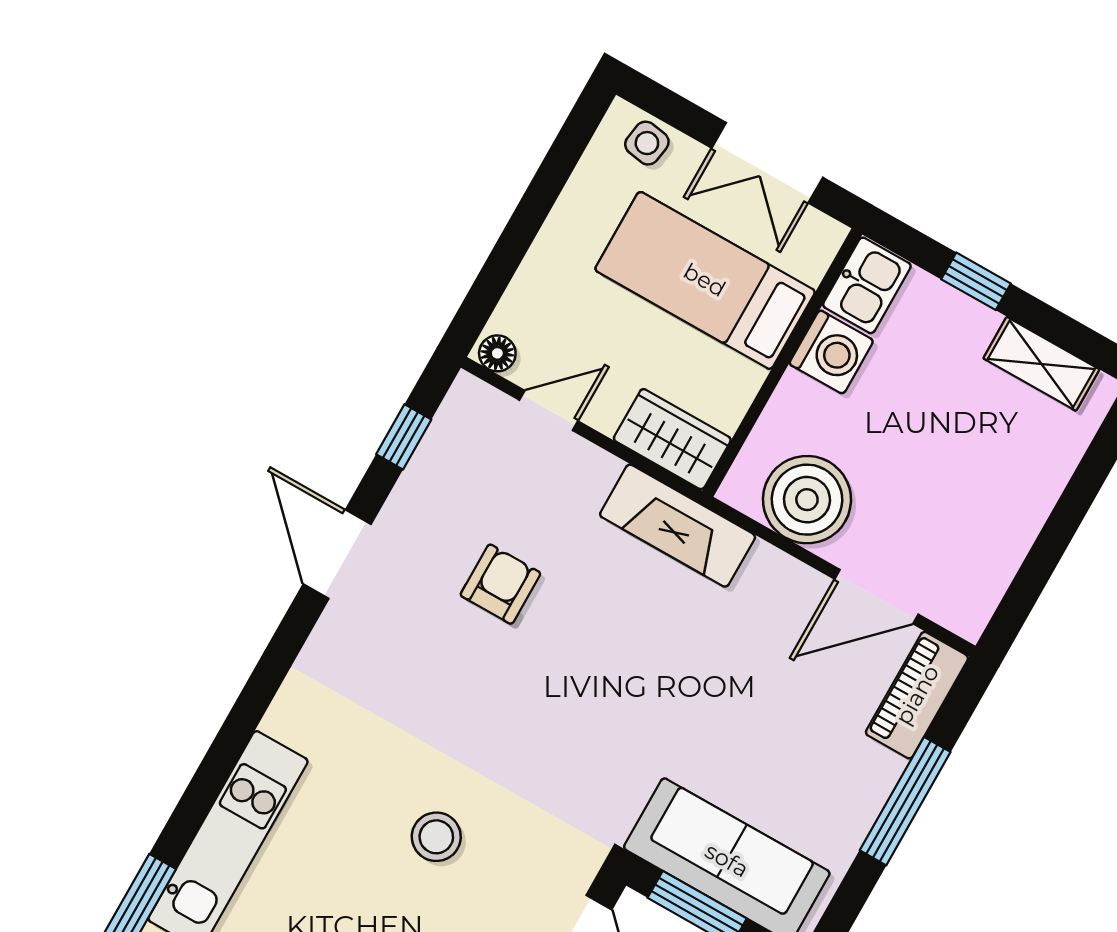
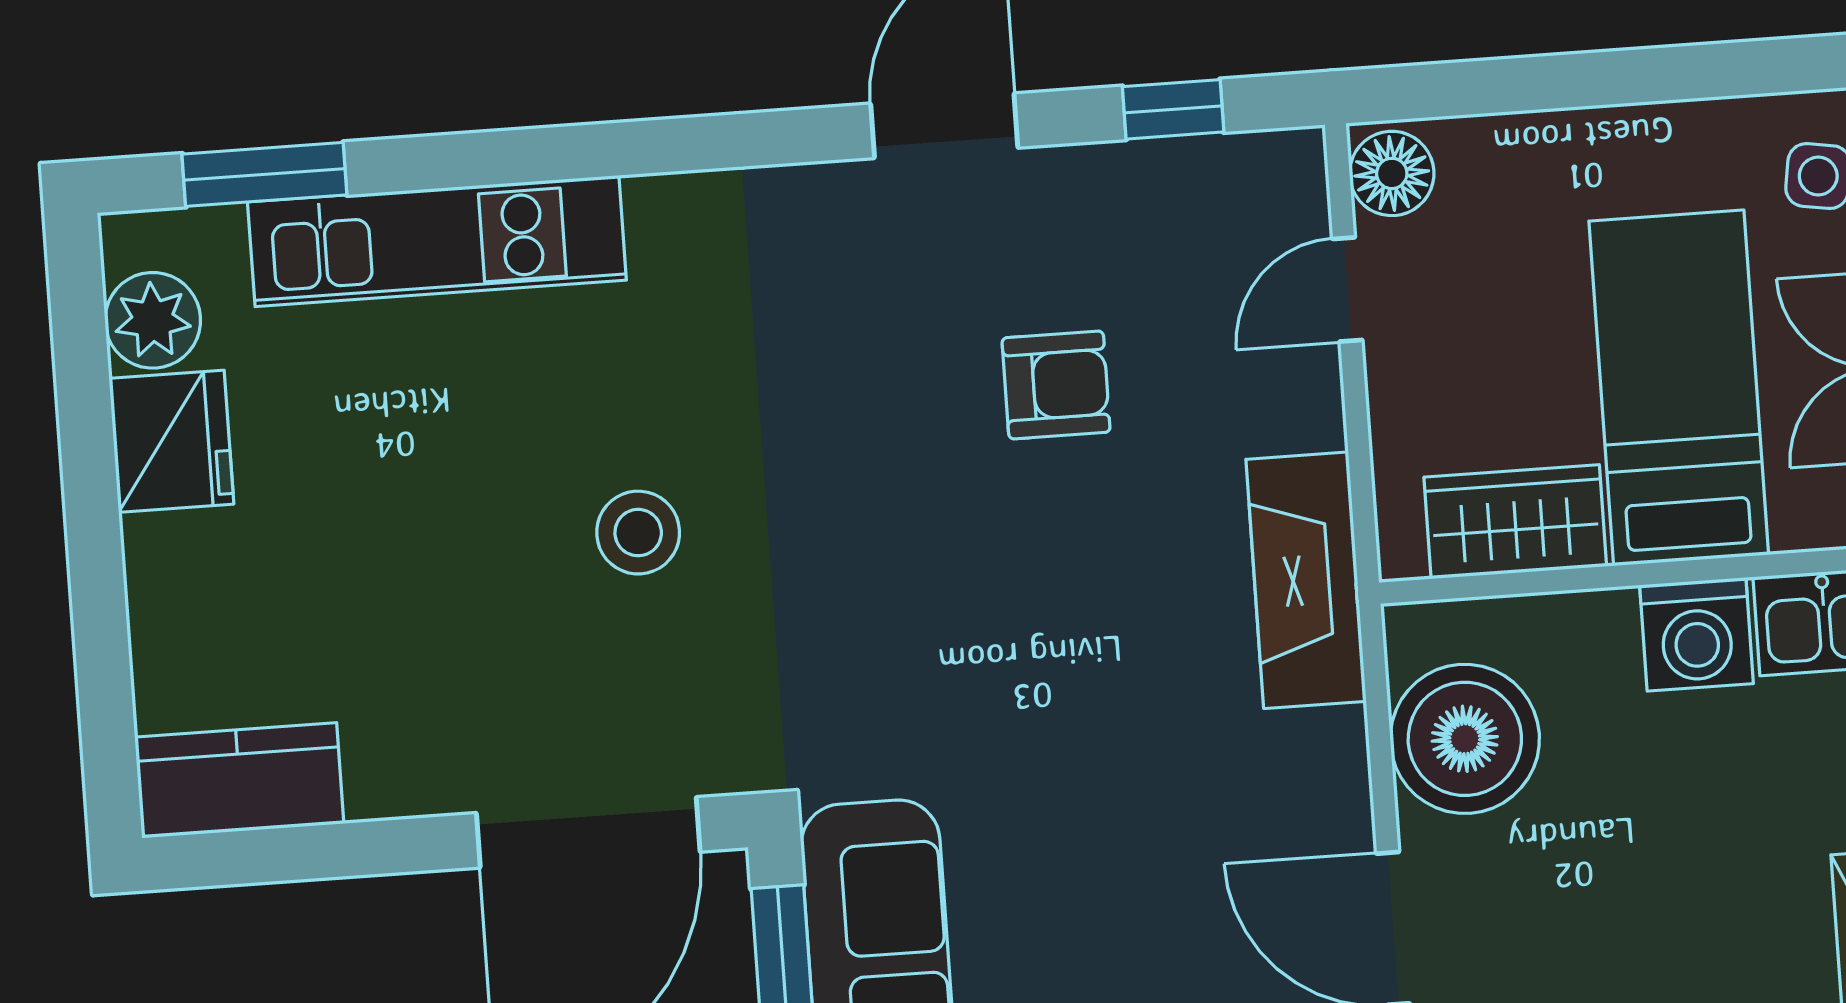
floor lamp: (497, 353) -> (1392, 173), width x1.37, depth x1.37
door: (549, 410) -> (1347, 289), swing flipped
wardrobe: (672, 439) -> (1515, 522), moved, turned -90

